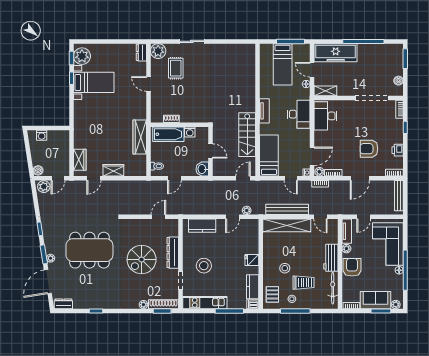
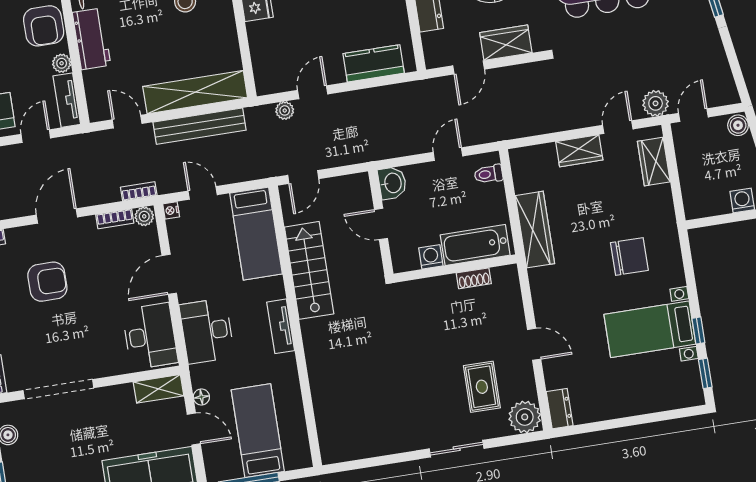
plant: (82, 56) -> (684, 381), removed
chair: (98, 118) -> (629, 256), added
door: (312, 156) -> (169, 274), moved
plant: (44, 187) -> (656, 103), moved
wardrobe: (139, 226) -> (506, 43), added

